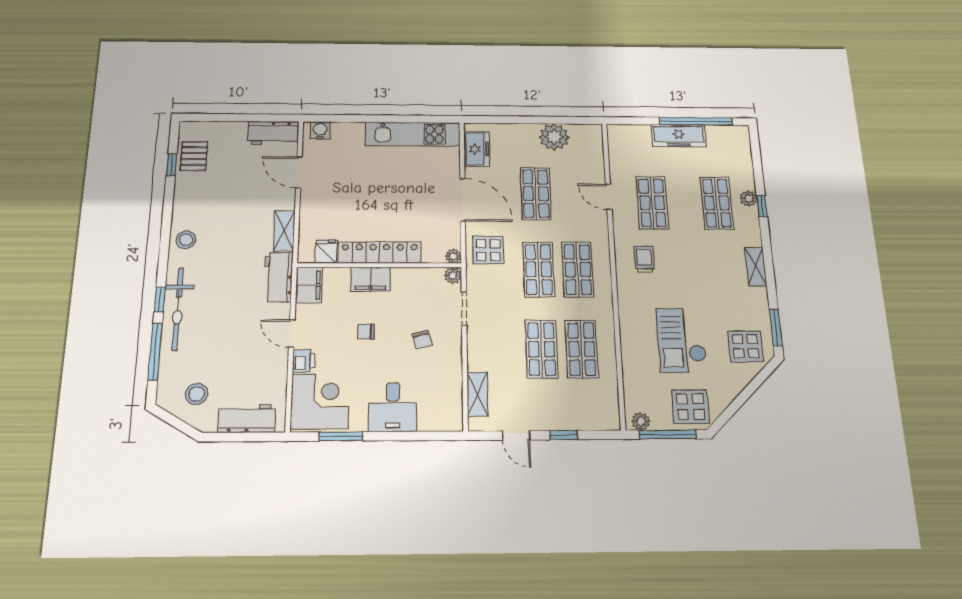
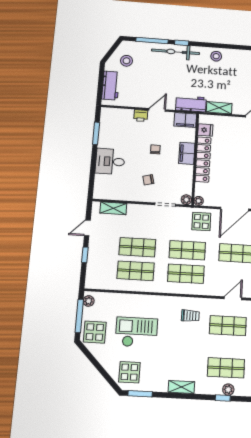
corner desk: (320, 401) -> (117, 123), removed

